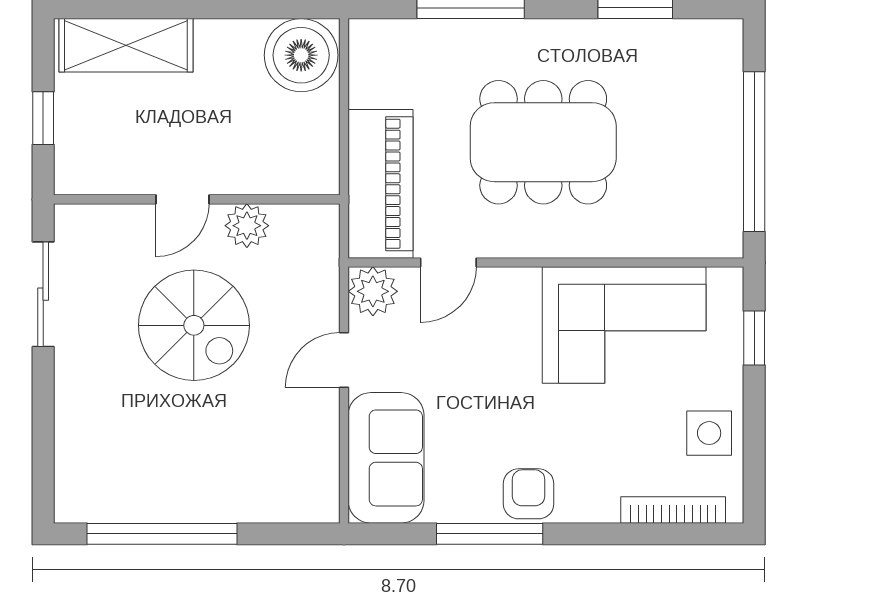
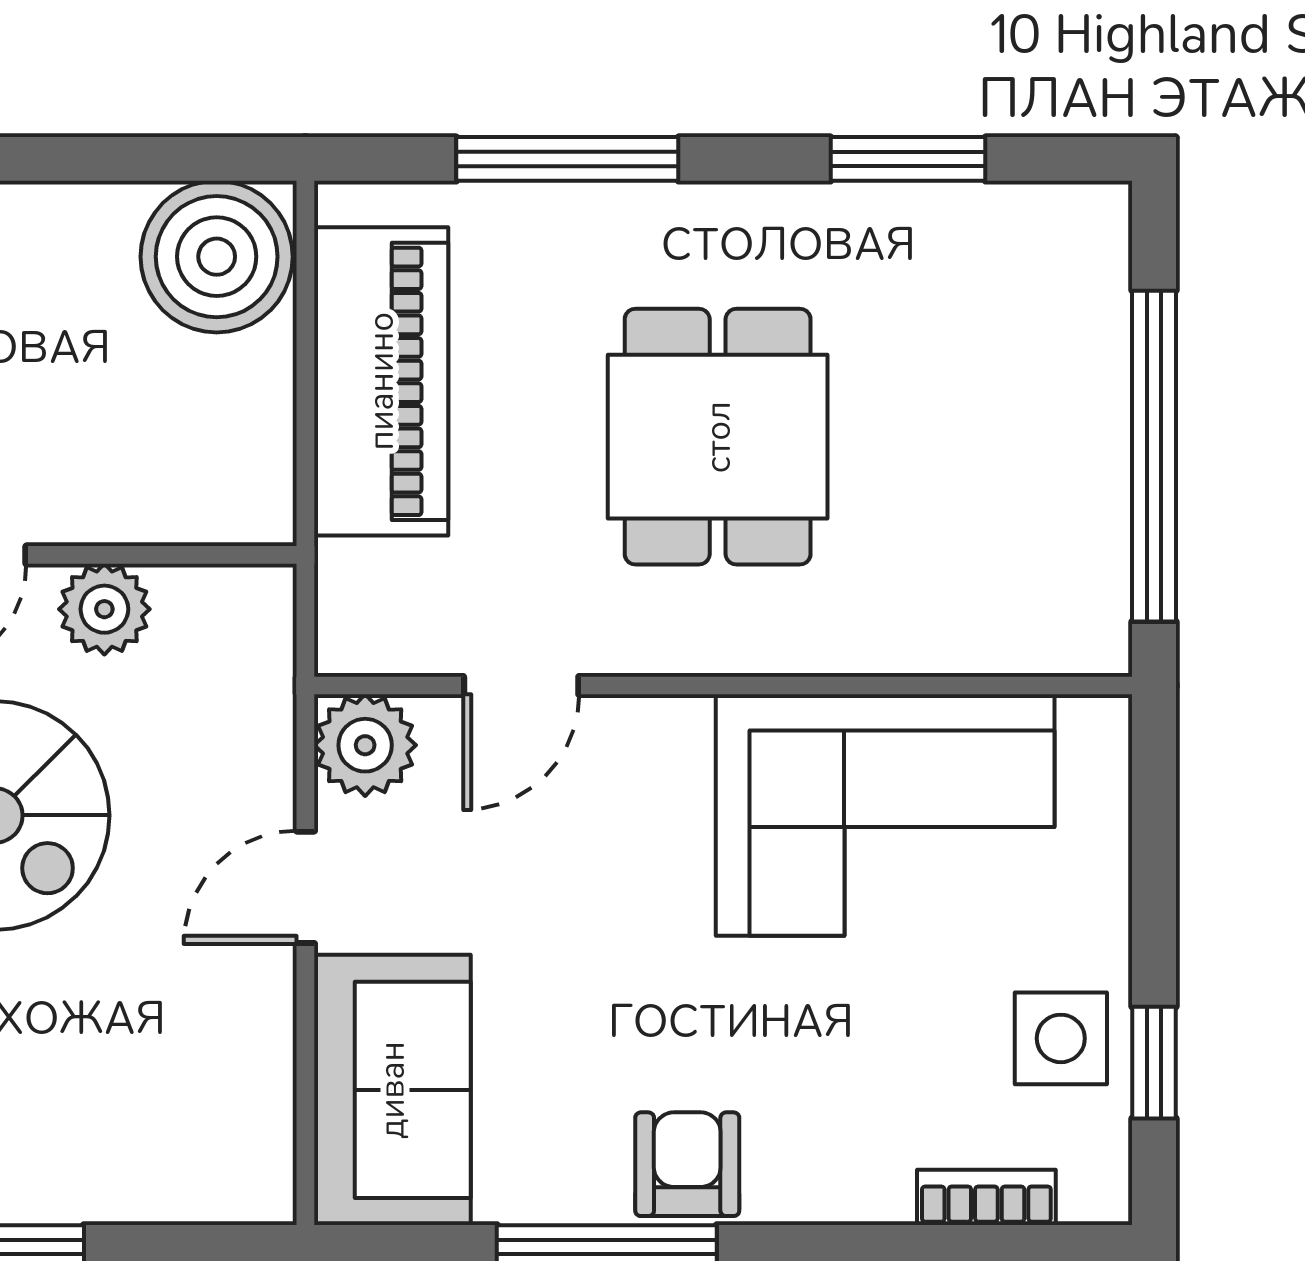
dining table: (543, 142) -> (718, 437), width x0.73
piano: (381, 184) -> (381, 381), moved
window: (754, 338) -> (1154, 1063), moved
bookcase: (673, 510) -> (986, 1197), width x0.64

